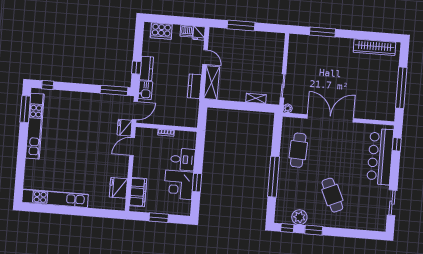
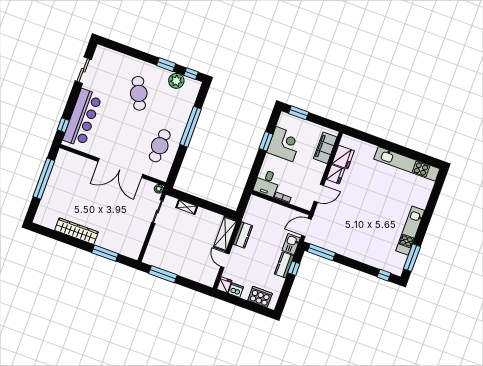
window: (241, 25) -> (163, 274), moved
wardrobe: (375, 47) -> (76, 231), moved
kitchen unit: (35, 126) -> (410, 231), width x0.73
fridge: (125, 128) -> (335, 174), moved
desk: (183, 159) -> (267, 183), moved, turned -90
window: (159, 218) -> (299, 113), moved

